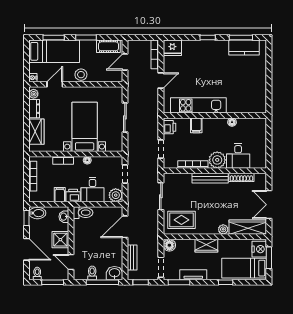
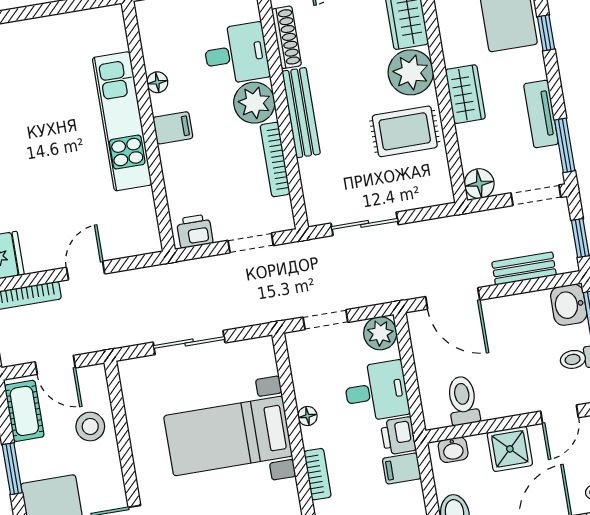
stool: (81, 75) -> (90, 427), moved
door: (161, 81) -> (86, 271), hinge flipped
kitchen unit: (198, 105) -> (122, 121), moved
filing cabinet: (196, 125) -> (173, 128), moved
toilet: (83, 213) -> (463, 400), moved
rug: (181, 220) -> (405, 131), moved, turned 90
plant: (223, 229) -> (411, 72), width x1.88, depth x1.88

